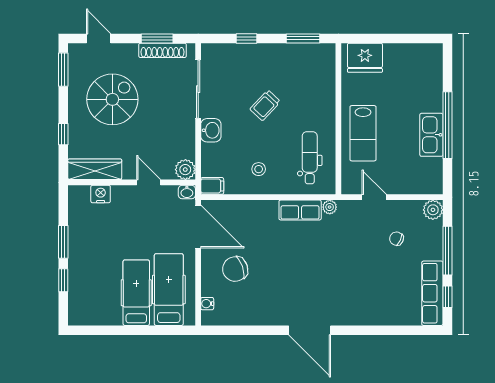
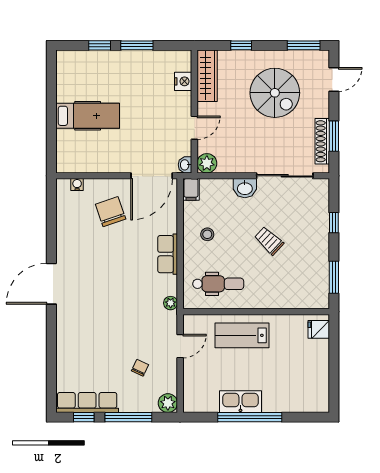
fridge: (365, 58) -> (319, 329), width x0.53, depth x0.75
row of seats: (300, 210) -> (168, 254), moved
hospital bed: (169, 290) -> (91, 147), removed

